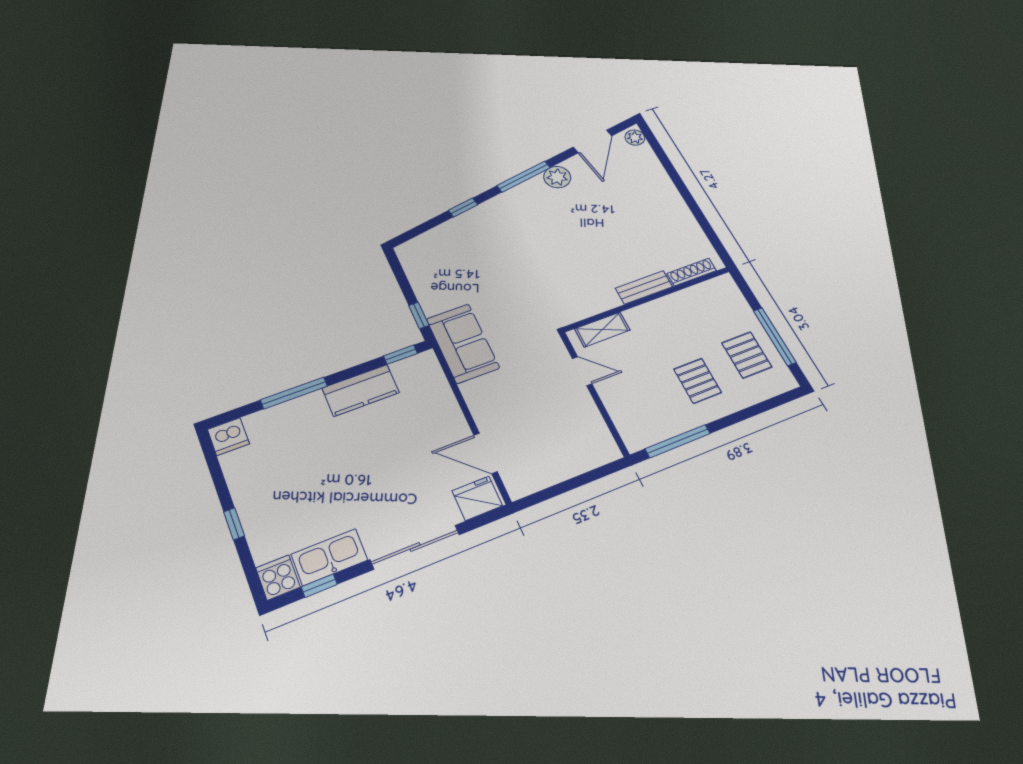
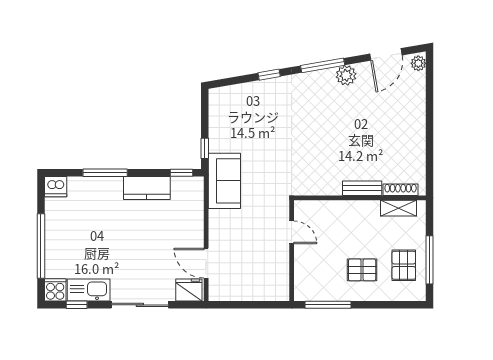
shelving: (602, 329) -> (399, 208), moved
pallet: (698, 381) -> (362, 270), turned 90
window: (234, 524) -> (41, 246), width x3.17

